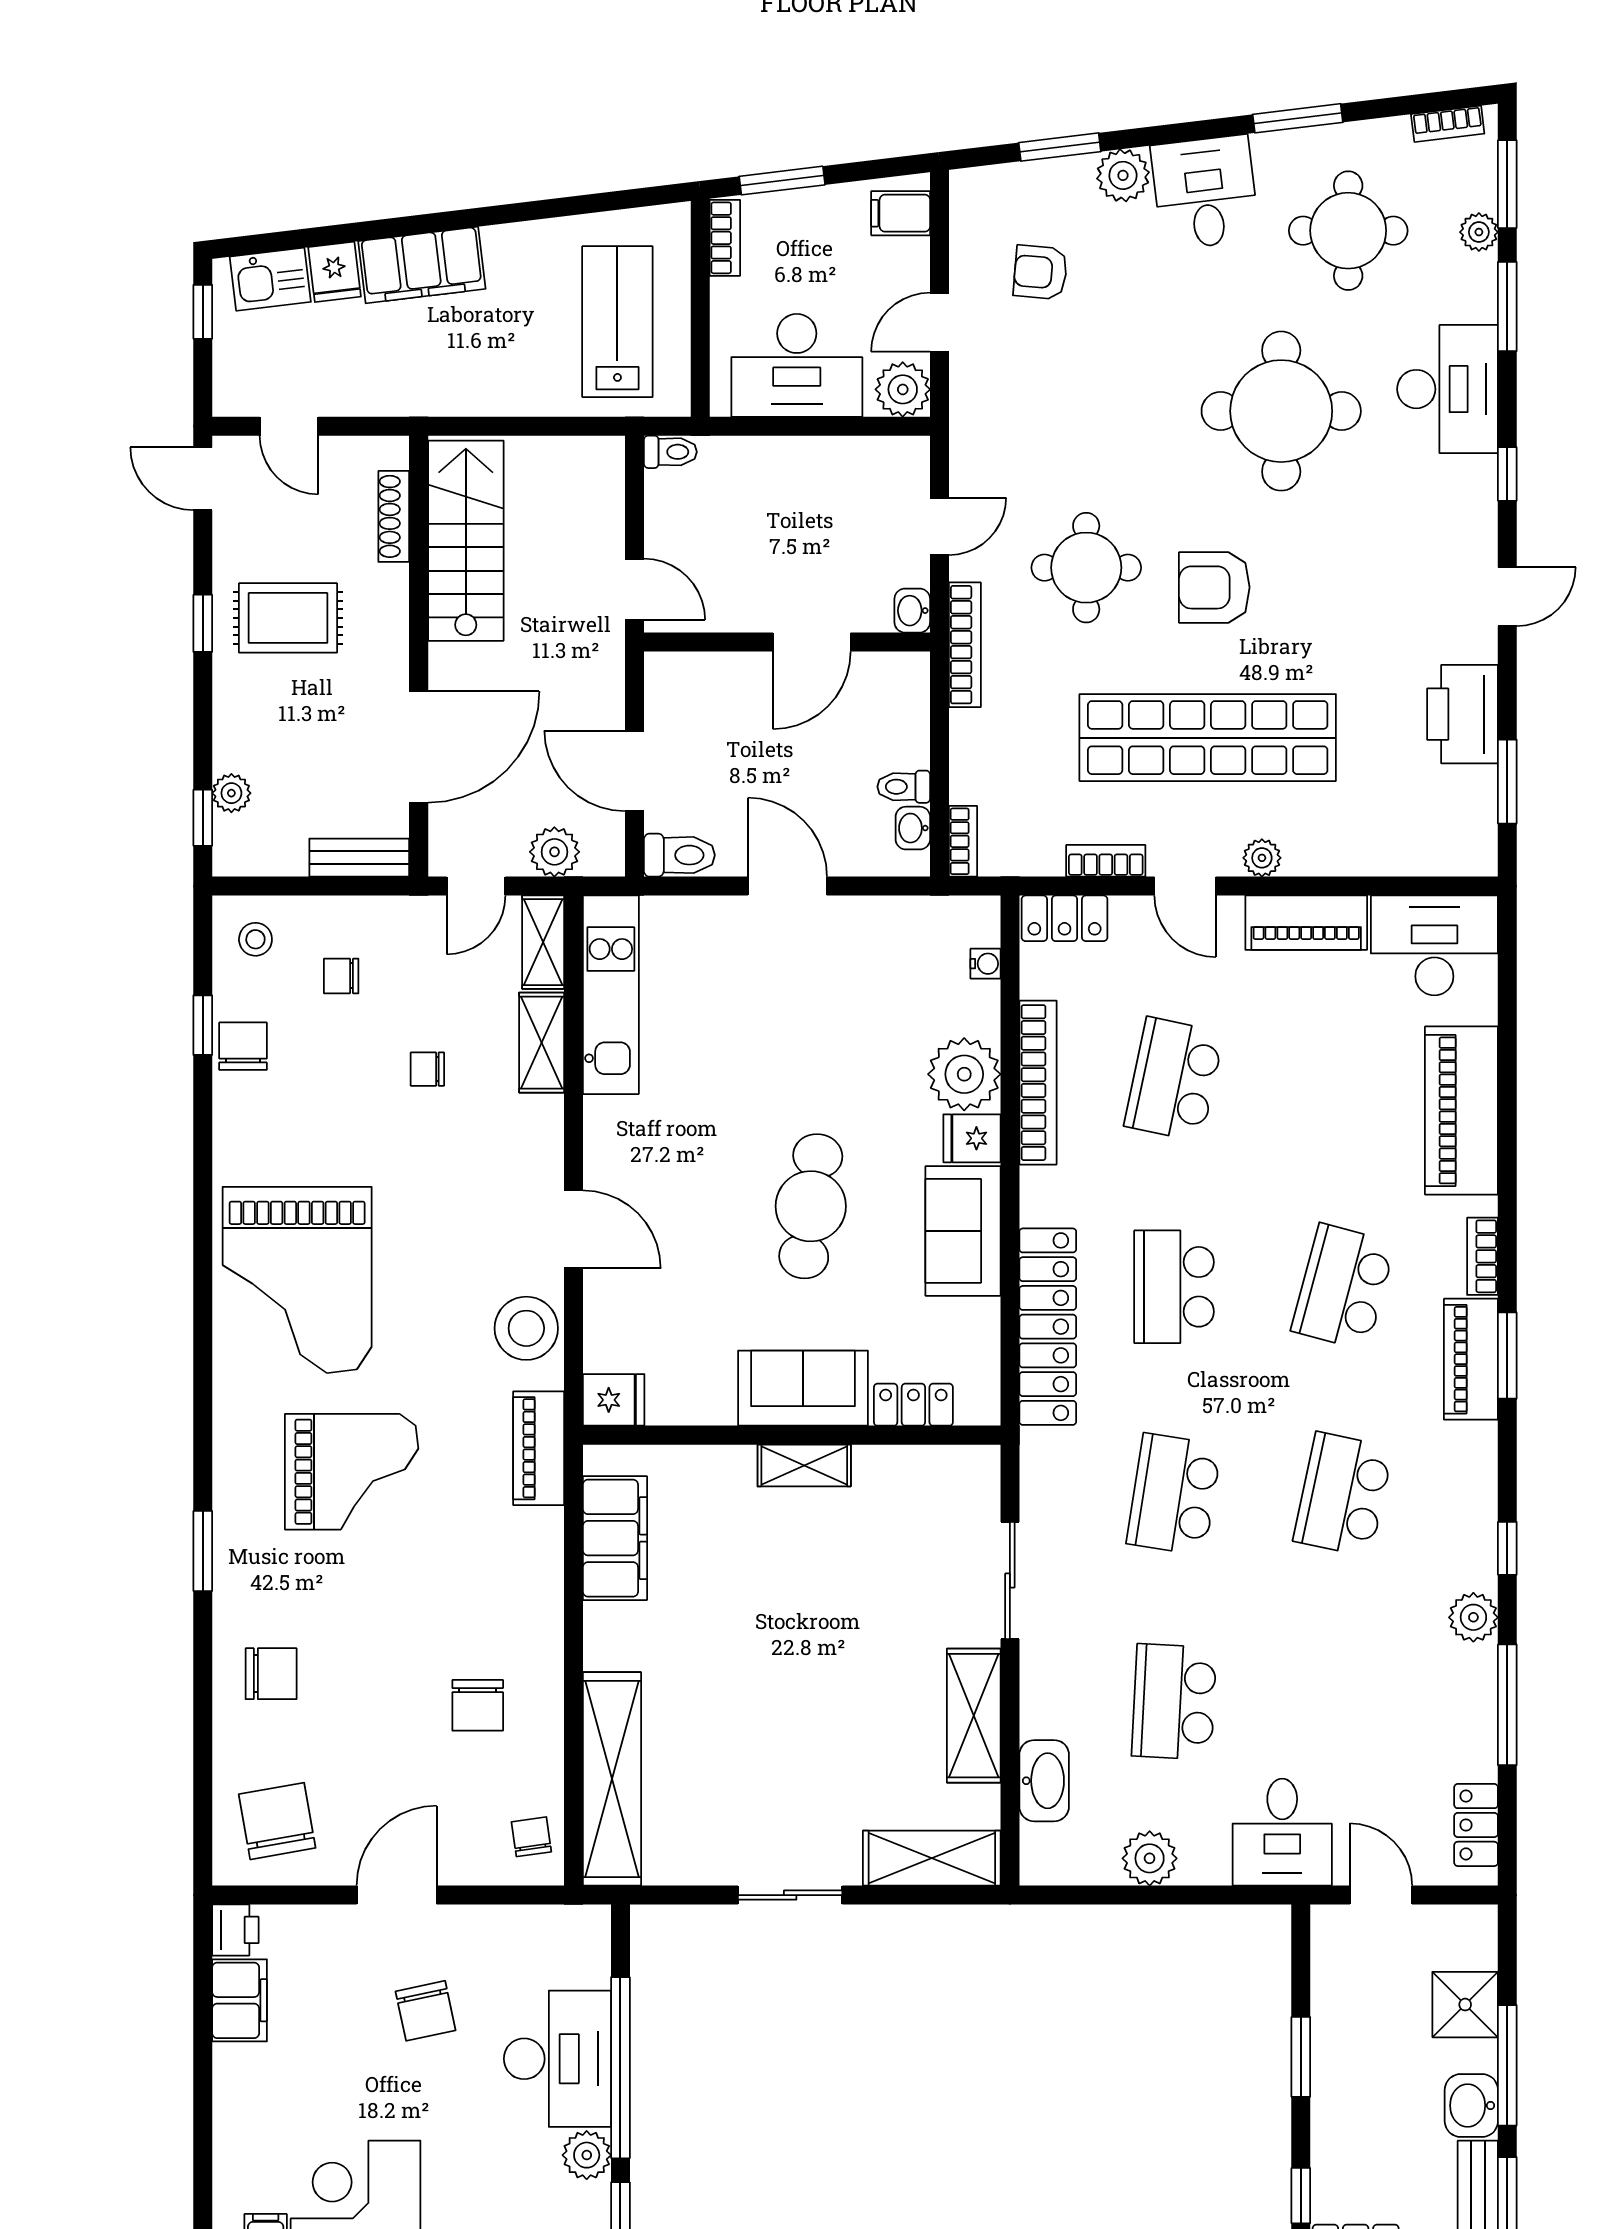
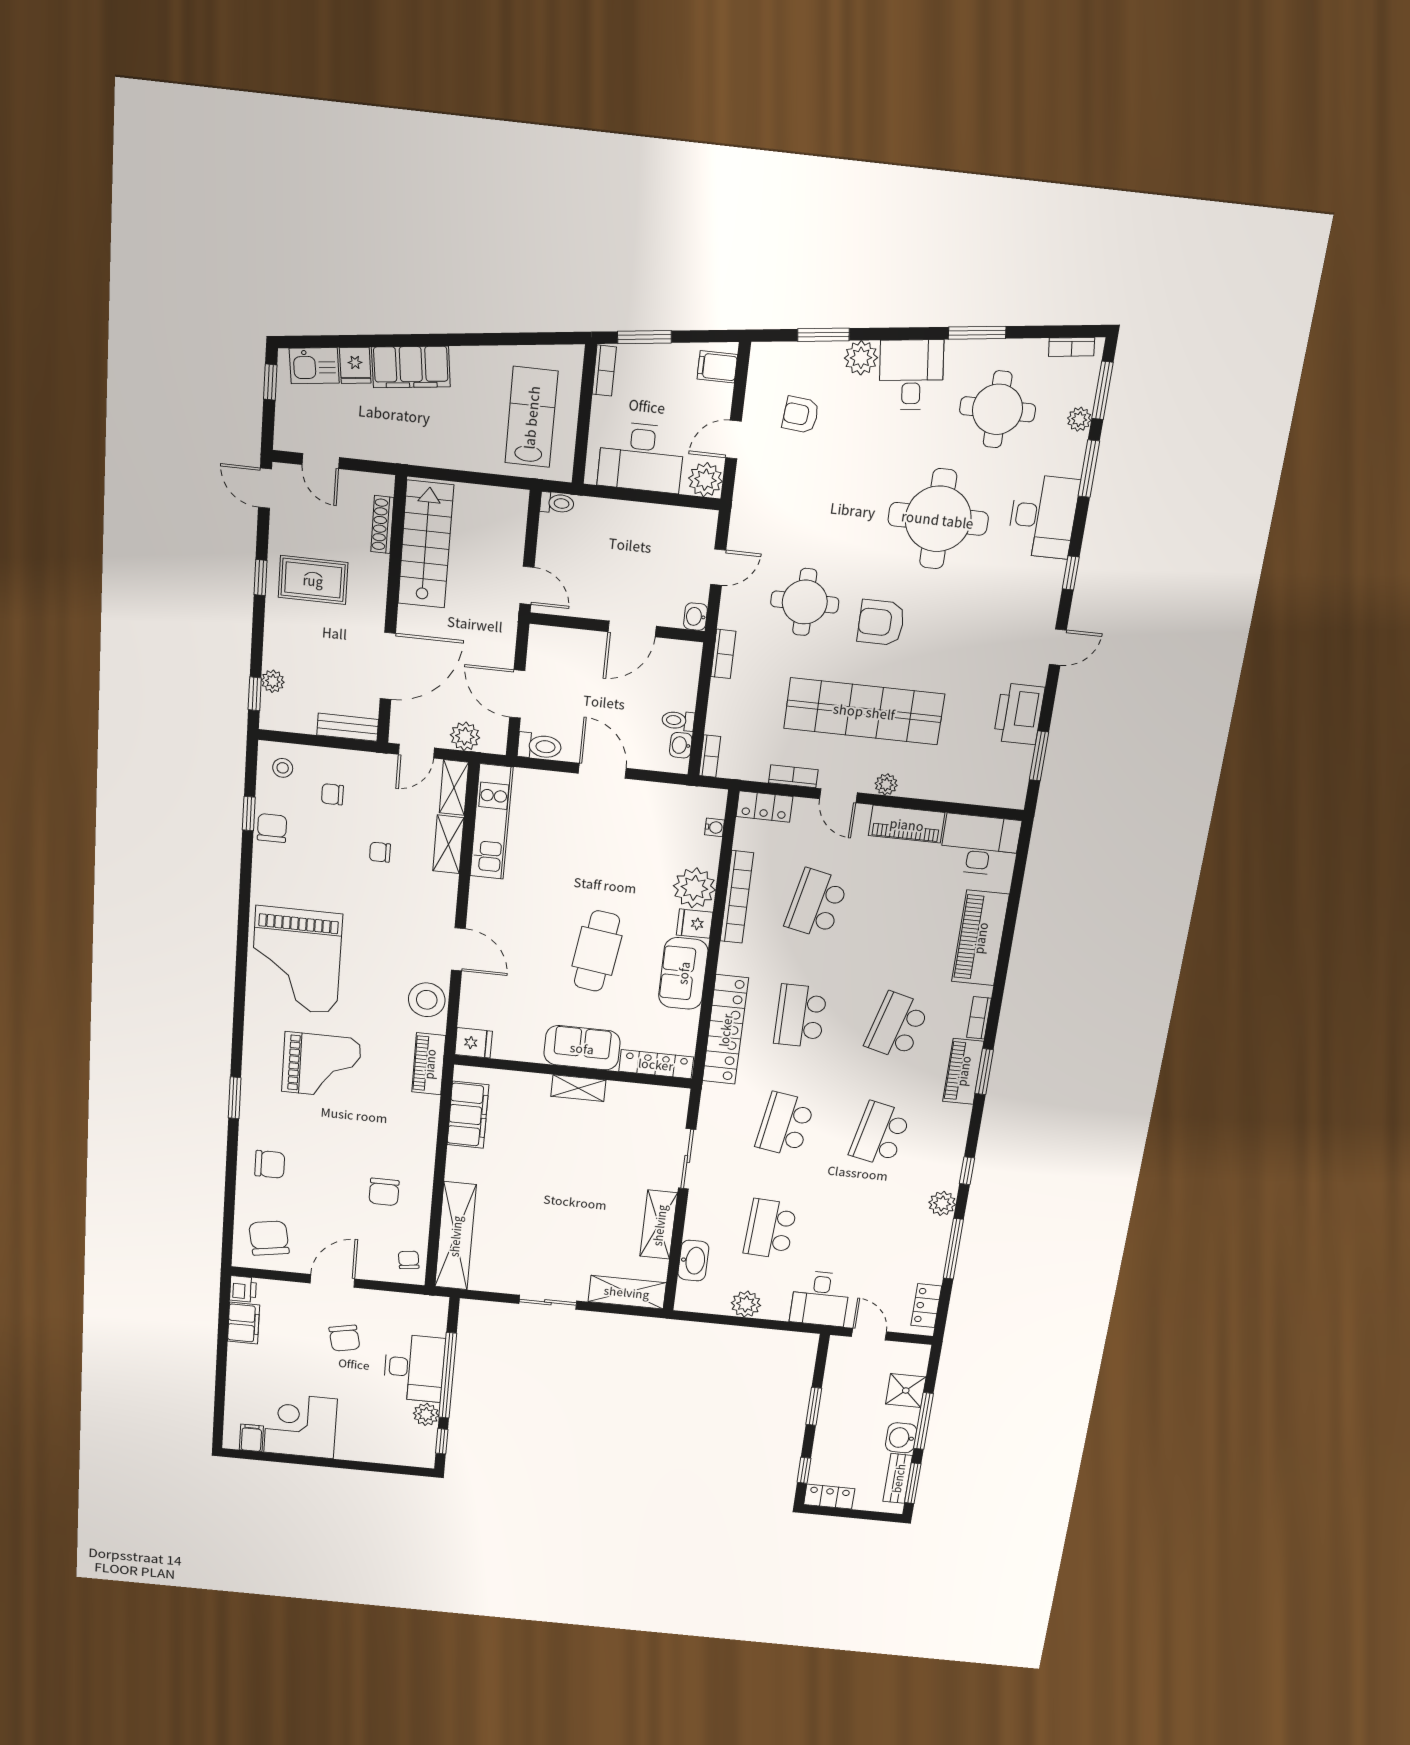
bookcase: (965, 645) -> (723, 654), width x0.64
locker: (913, 1405) -> (656, 1064), width x1.53

